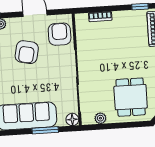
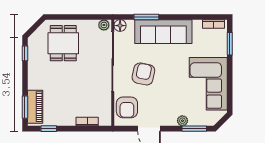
armchair: (27, 52) -> (143, 74), moved
plant: (100, 118) -> (104, 25), moved

